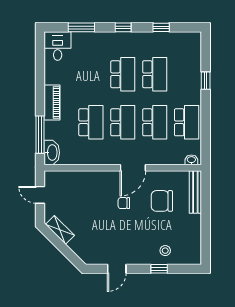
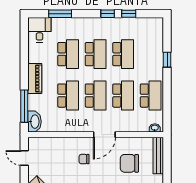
window: (123, 27) -> (108, 14), moved
school desk: (91, 74) -> (68, 54), added
chair: (124, 203) -> (84, 159), moved

